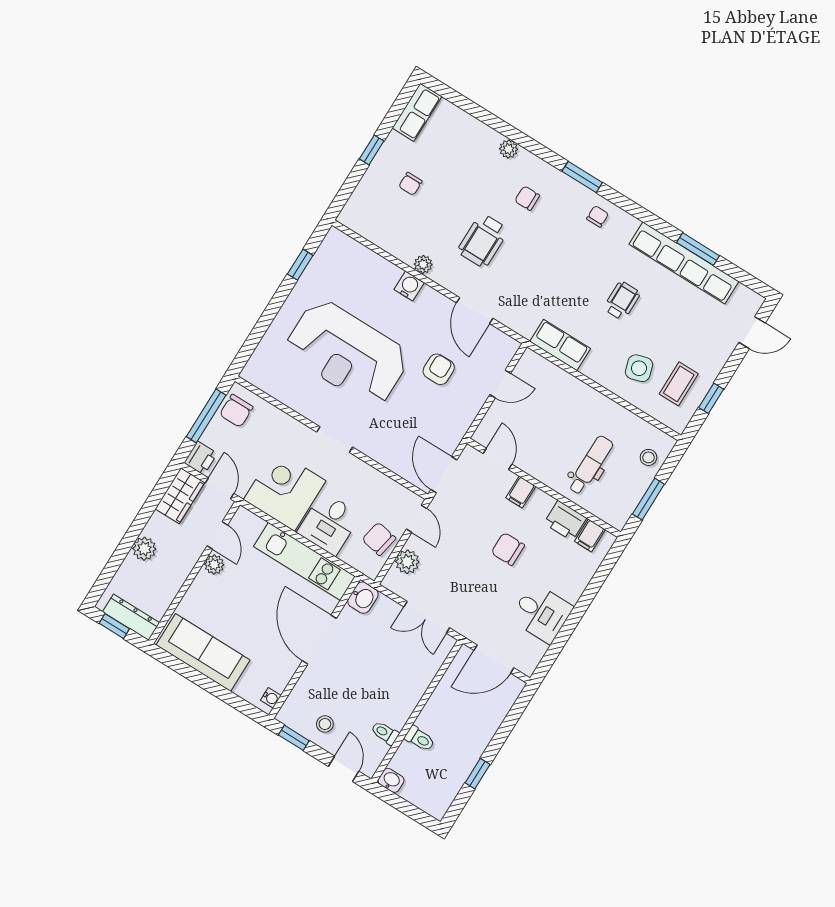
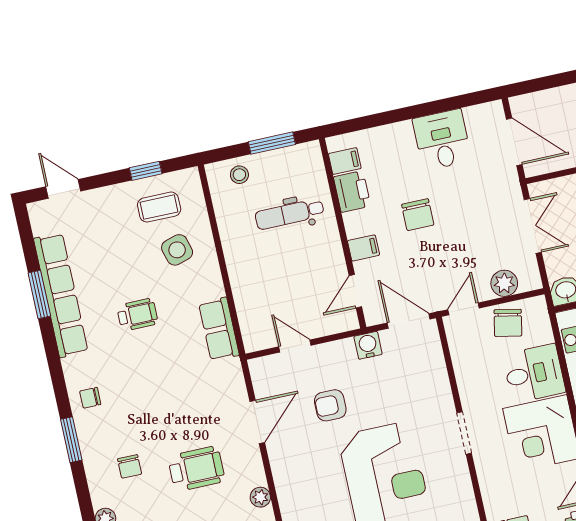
water cooler: (409, 286) -> (368, 345), moved, turned 90
wheelchair: (622, 301) -> (137, 315), turned 180
door: (444, 475) -> (409, 321), swing flipped

